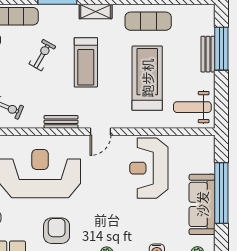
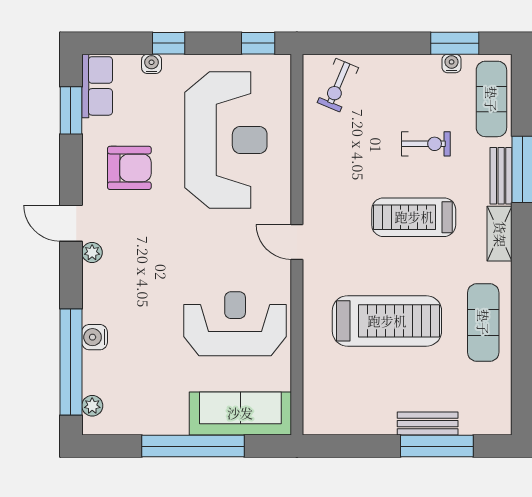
exercise bike: (42, 55) -> (426, 144), turned -30
weight bench: (192, 107) -> (338, 397), removed
bench: (61, 122) -> (501, 176), moved
sofa: (202, 204) -> (240, 413), moved

